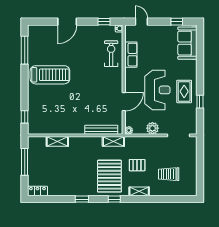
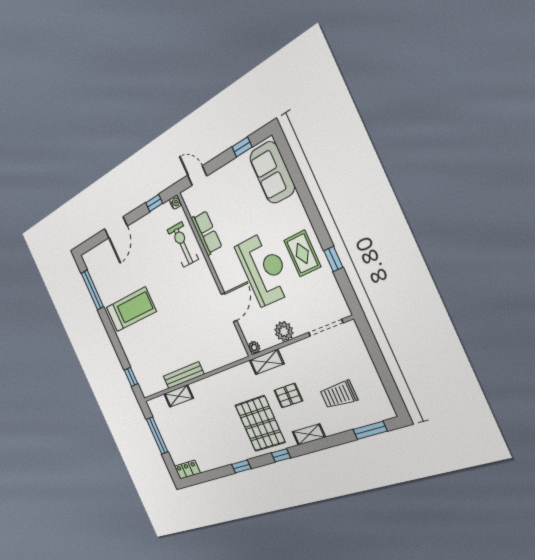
bench: (101, 130) -> (183, 375), moved
shelving: (113, 141) -> (267, 362), moved
window: (178, 199) -> (370, 430), added

